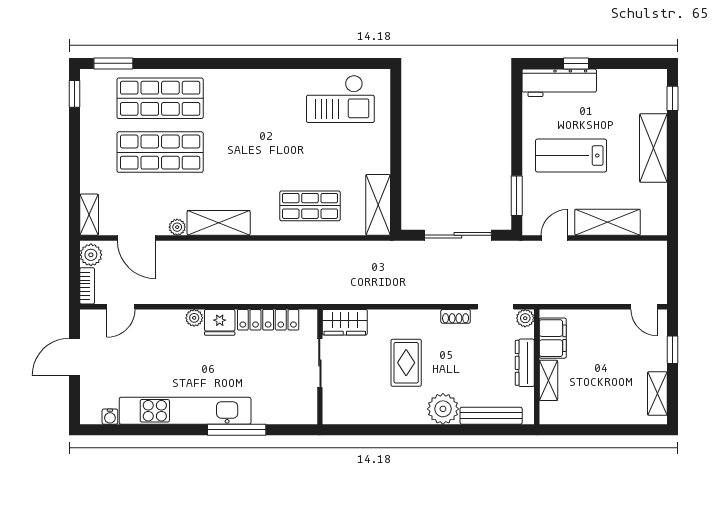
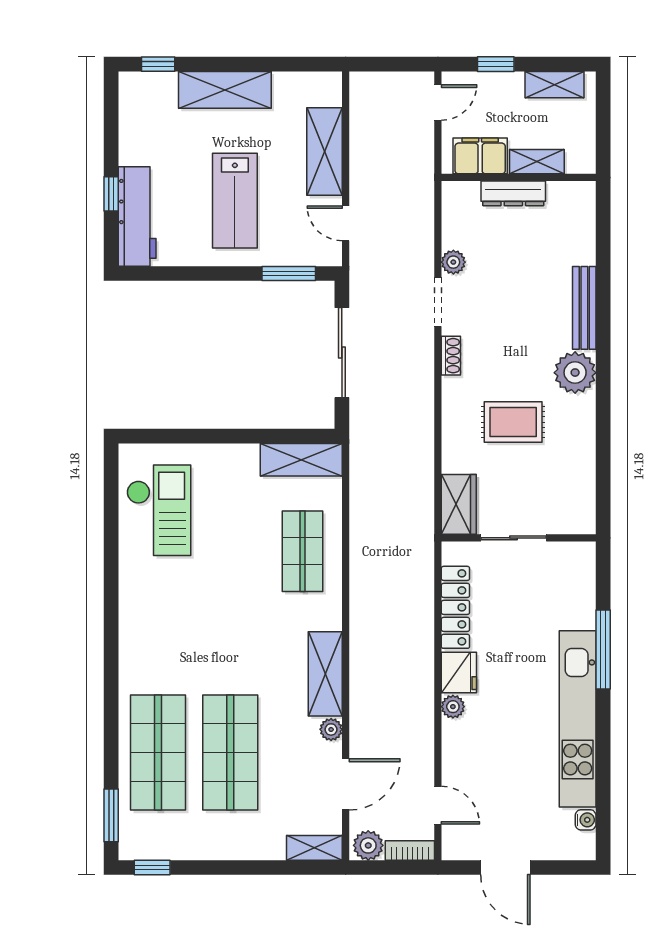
filing cabinet: (553, 338) -> (480, 156), moved
dresser: (525, 363) -> (513, 193), moved
wall: (537, 367) -> (519, 177), moved
shelving: (548, 380) -> (537, 162), moved

